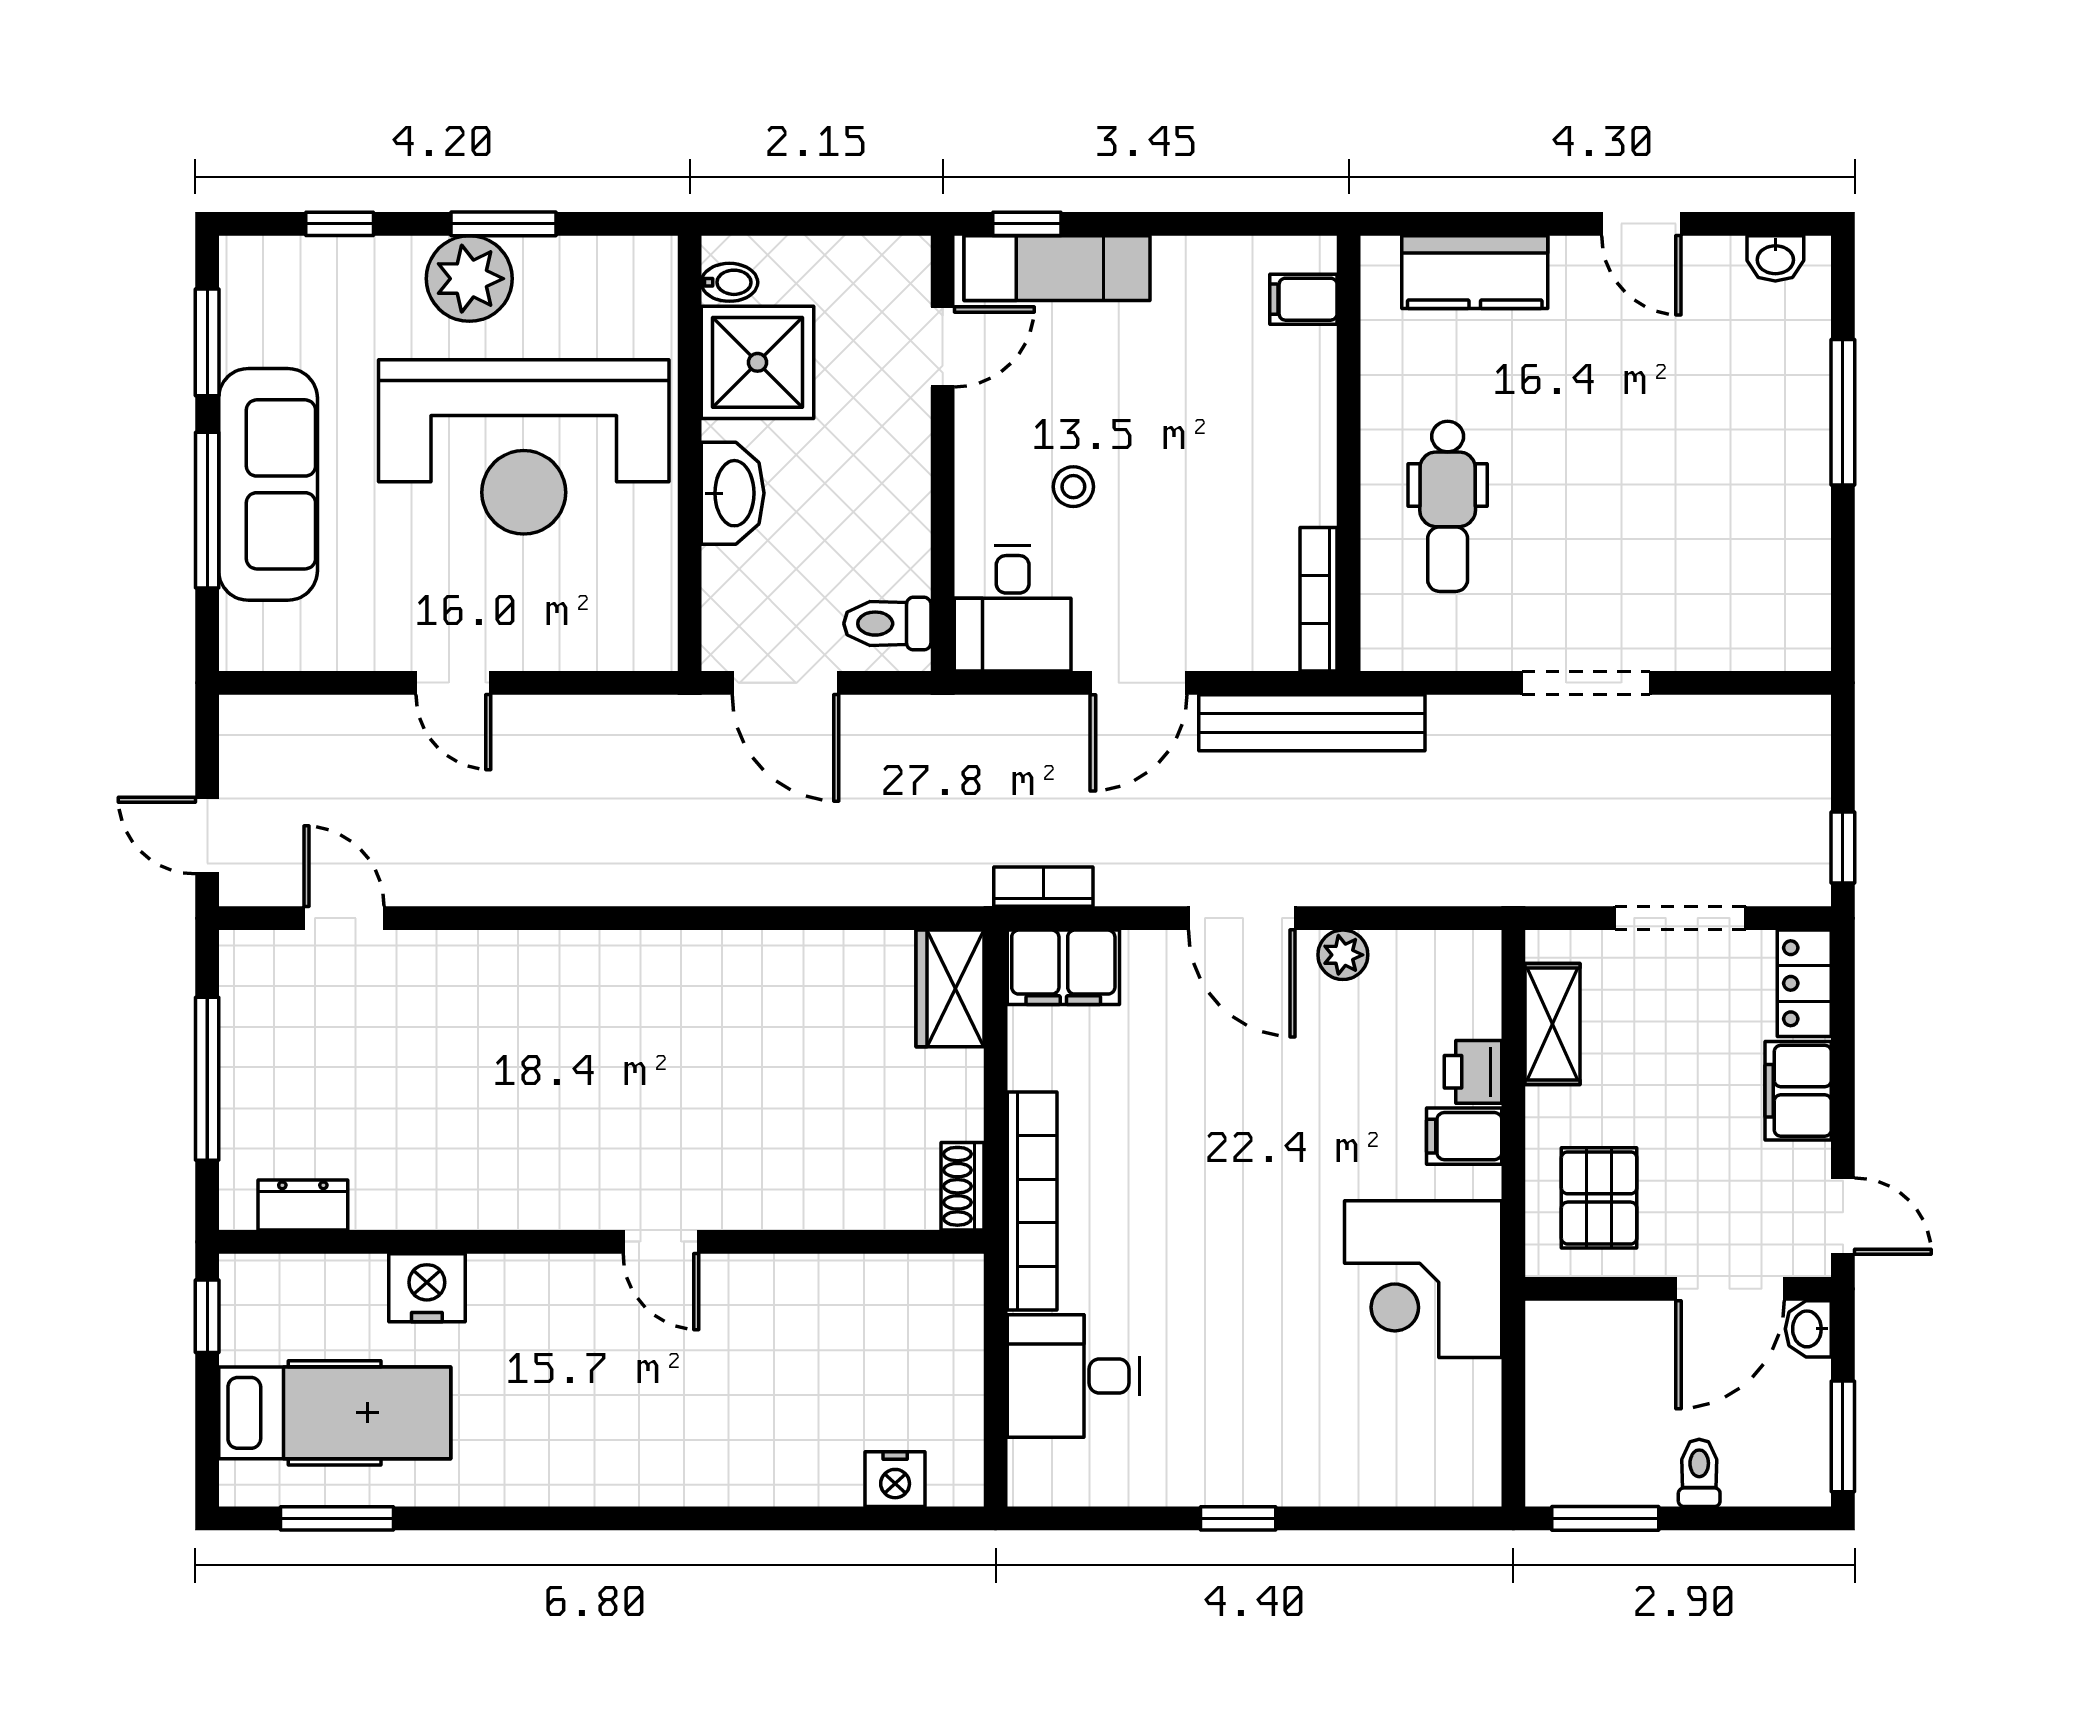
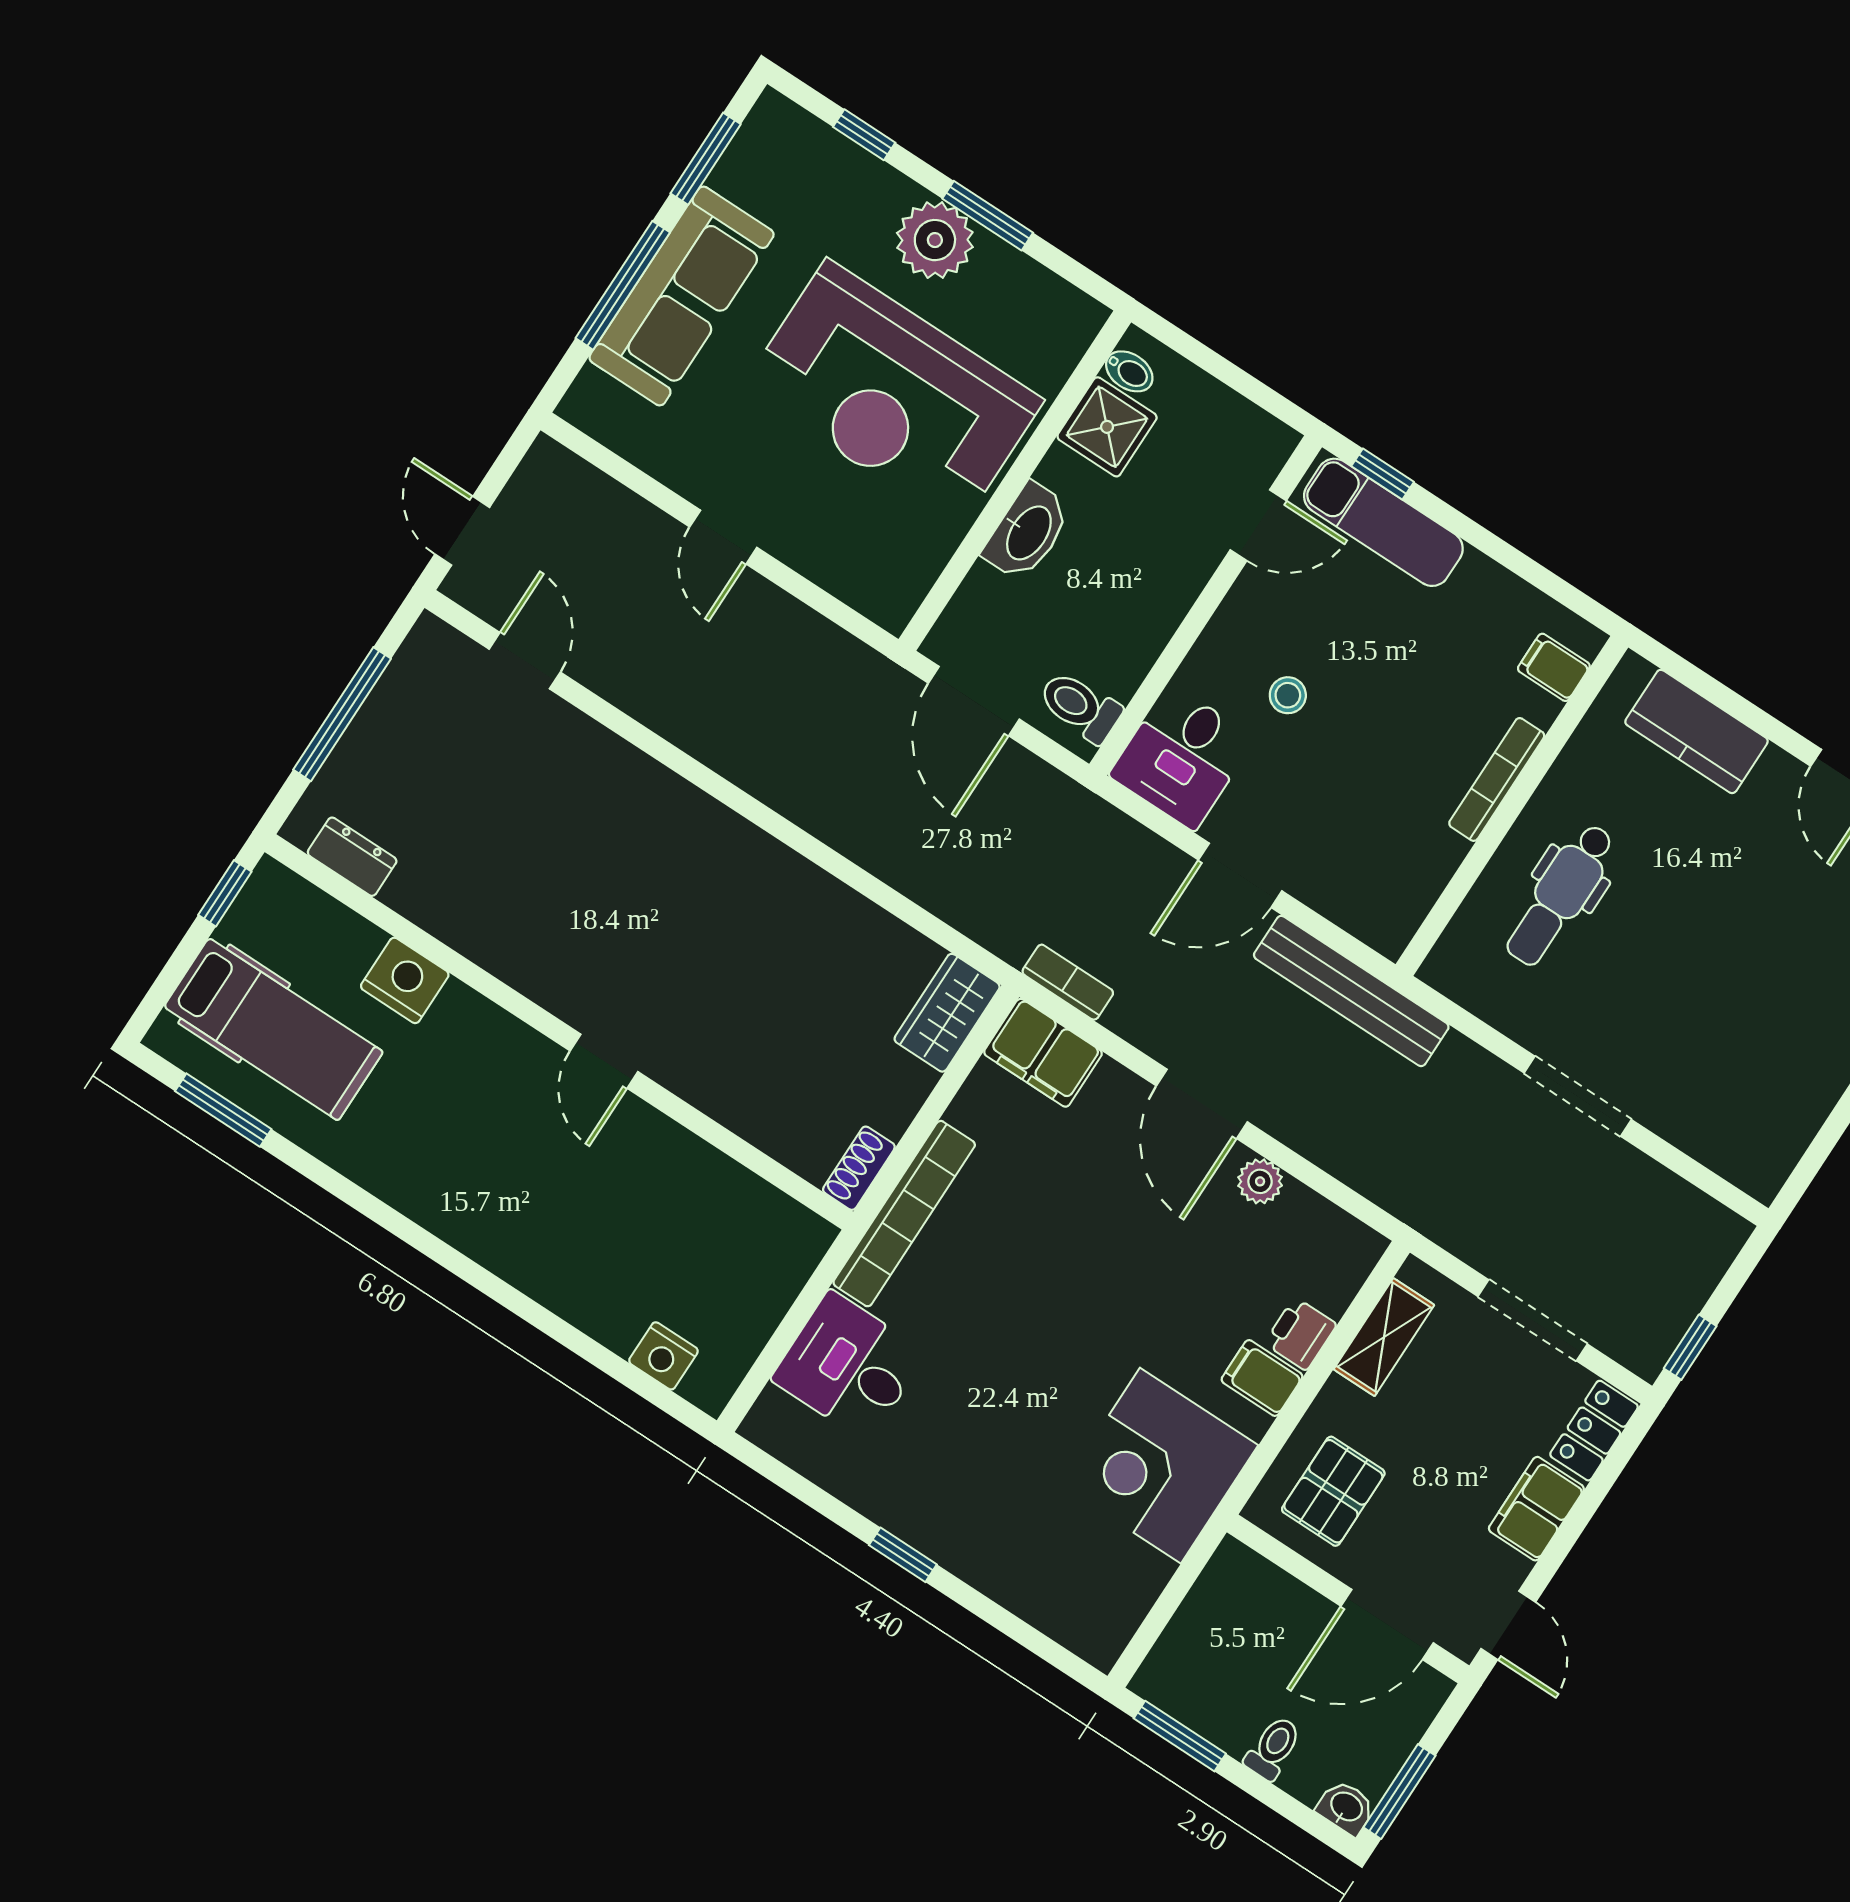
shower: (758, 362) -> (1107, 427), width x0.73, depth x0.73
bookcase: (1318, 599) -> (1497, 779), moved
washbasin: (1808, 1329) -> (1346, 1807), moved, turned 90

